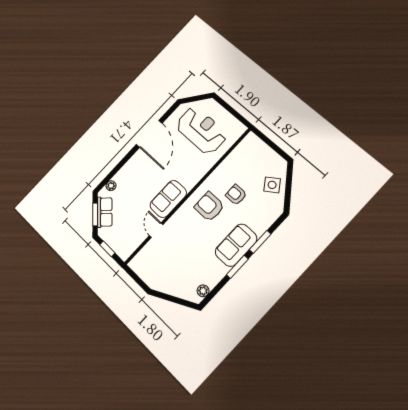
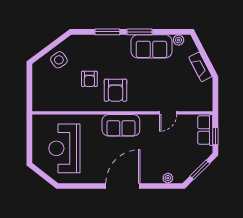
door: (149, 134) -> (123, 186), moved
sofa: (168, 199) -> (121, 125), moved
row of seats: (105, 212) -> (205, 130), moved, turned -45
sofa: (236, 245) -> (151, 46), moved
fireplace: (167, 288) -> (200, 67), added

